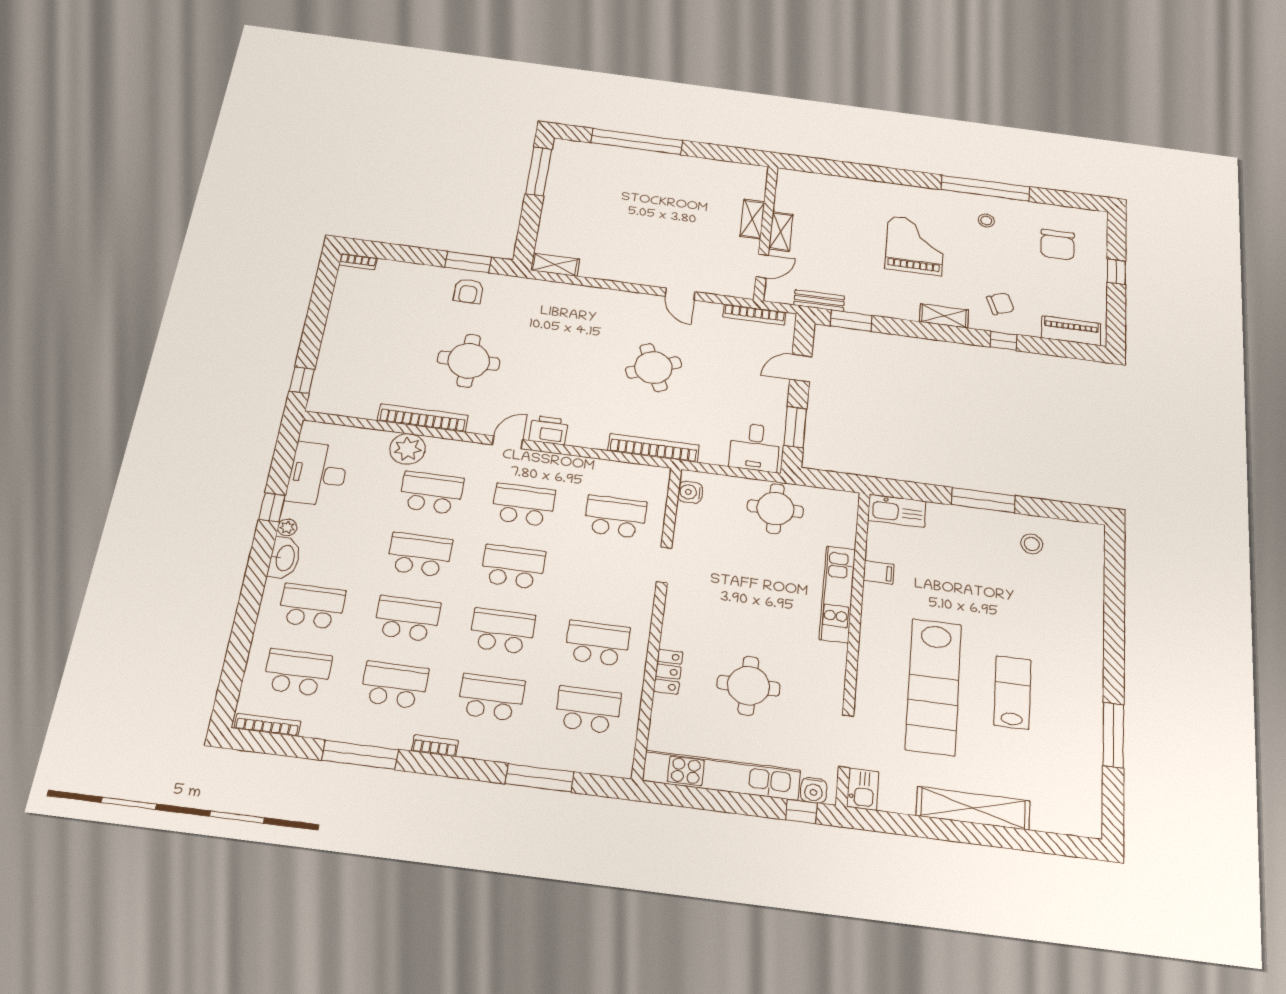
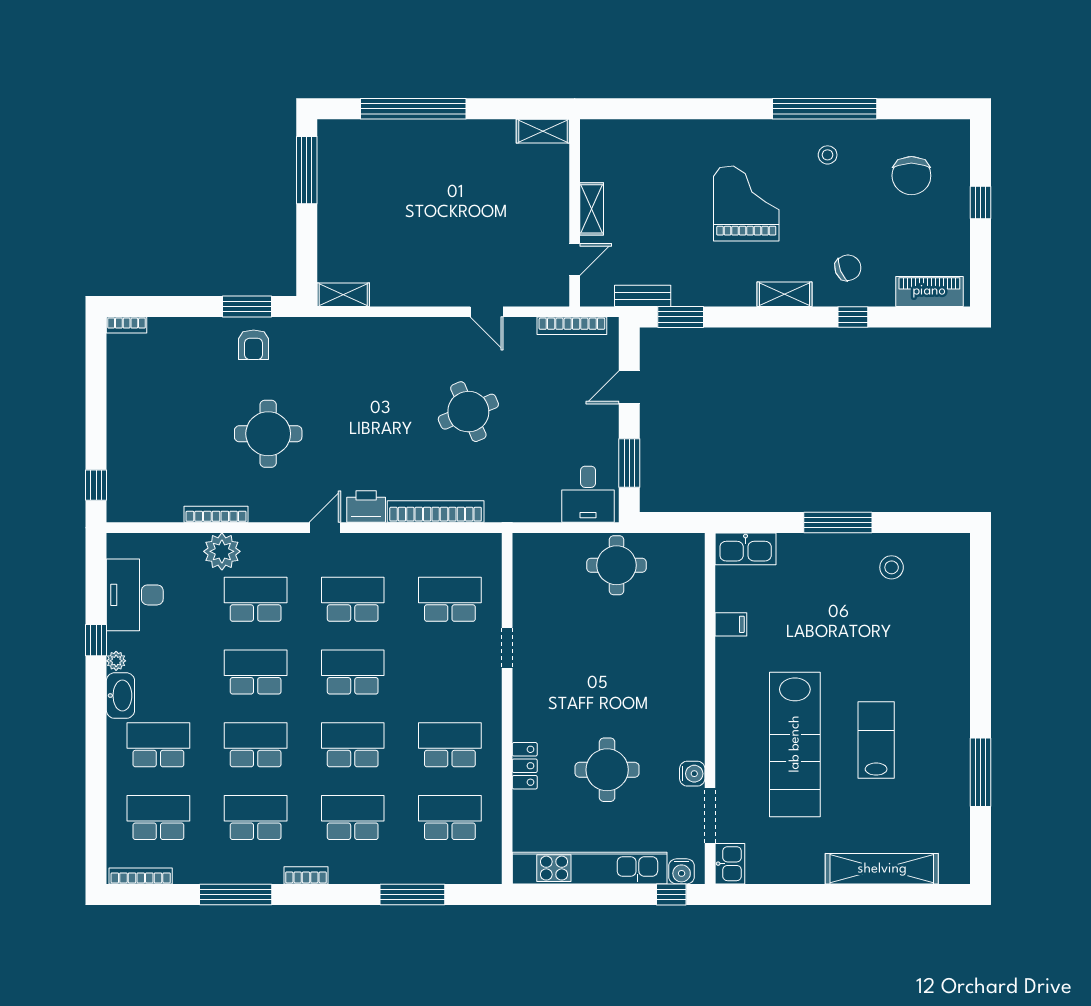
shelving: (752, 219) -> (543, 131), moved, turned 90
bookcase: (423, 418) -> (216, 514), width x0.68, depth x0.76
bookcase: (654, 448) -> (436, 511), moved
water cooler: (690, 492) -> (692, 774), moved, turned 180
kitchen unit: (837, 594) -> (690, 655), removed
shelving: (973, 808) -> (882, 869), moved

